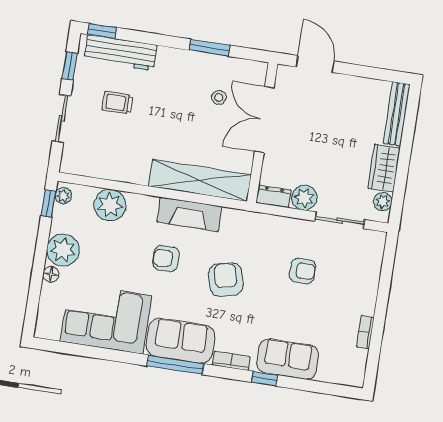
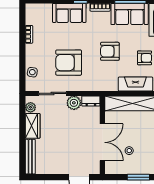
side table: (370, 264) -> (32, 72), added
armchair: (303, 271) -> (69, 63), width x1.88, depth x1.88
armchair: (226, 280) -> (110, 51), turned 104

